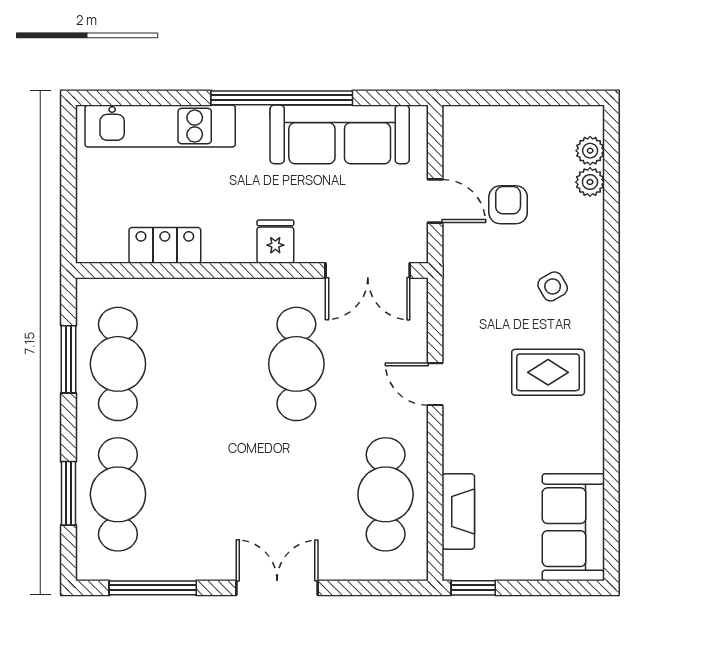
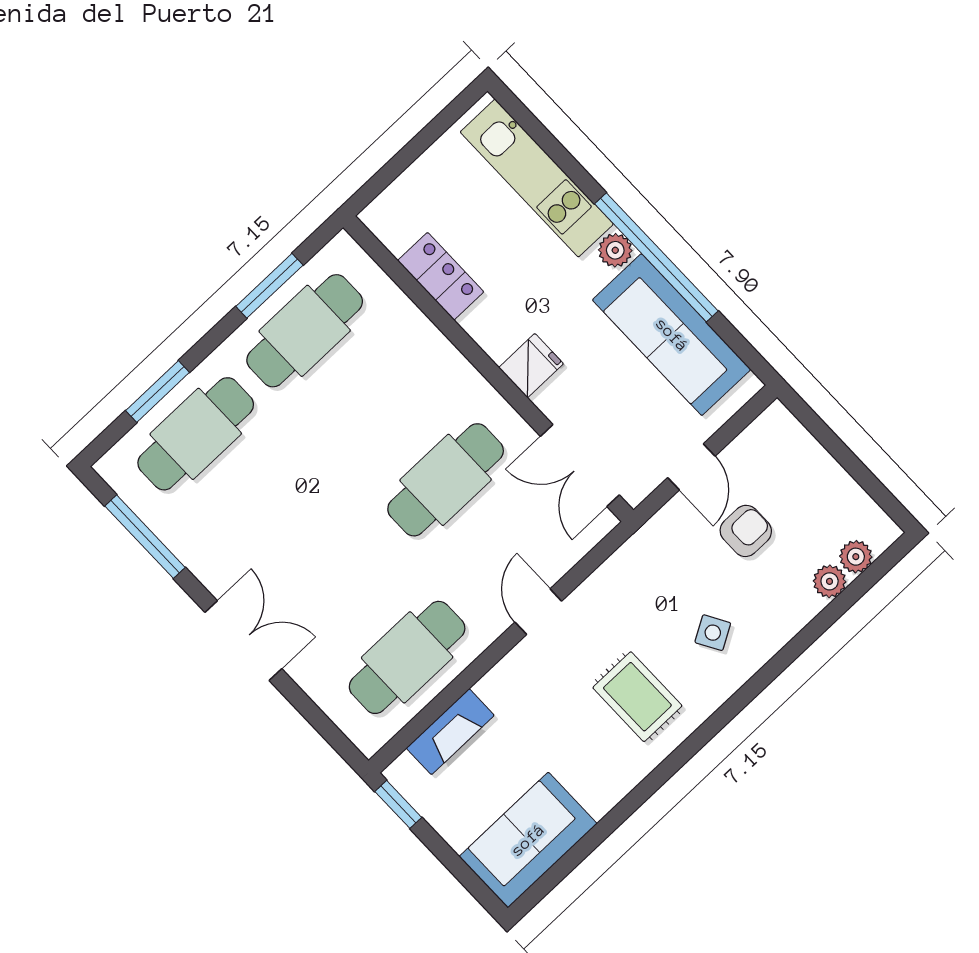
plant: (253, 120) -> (615, 250), added

